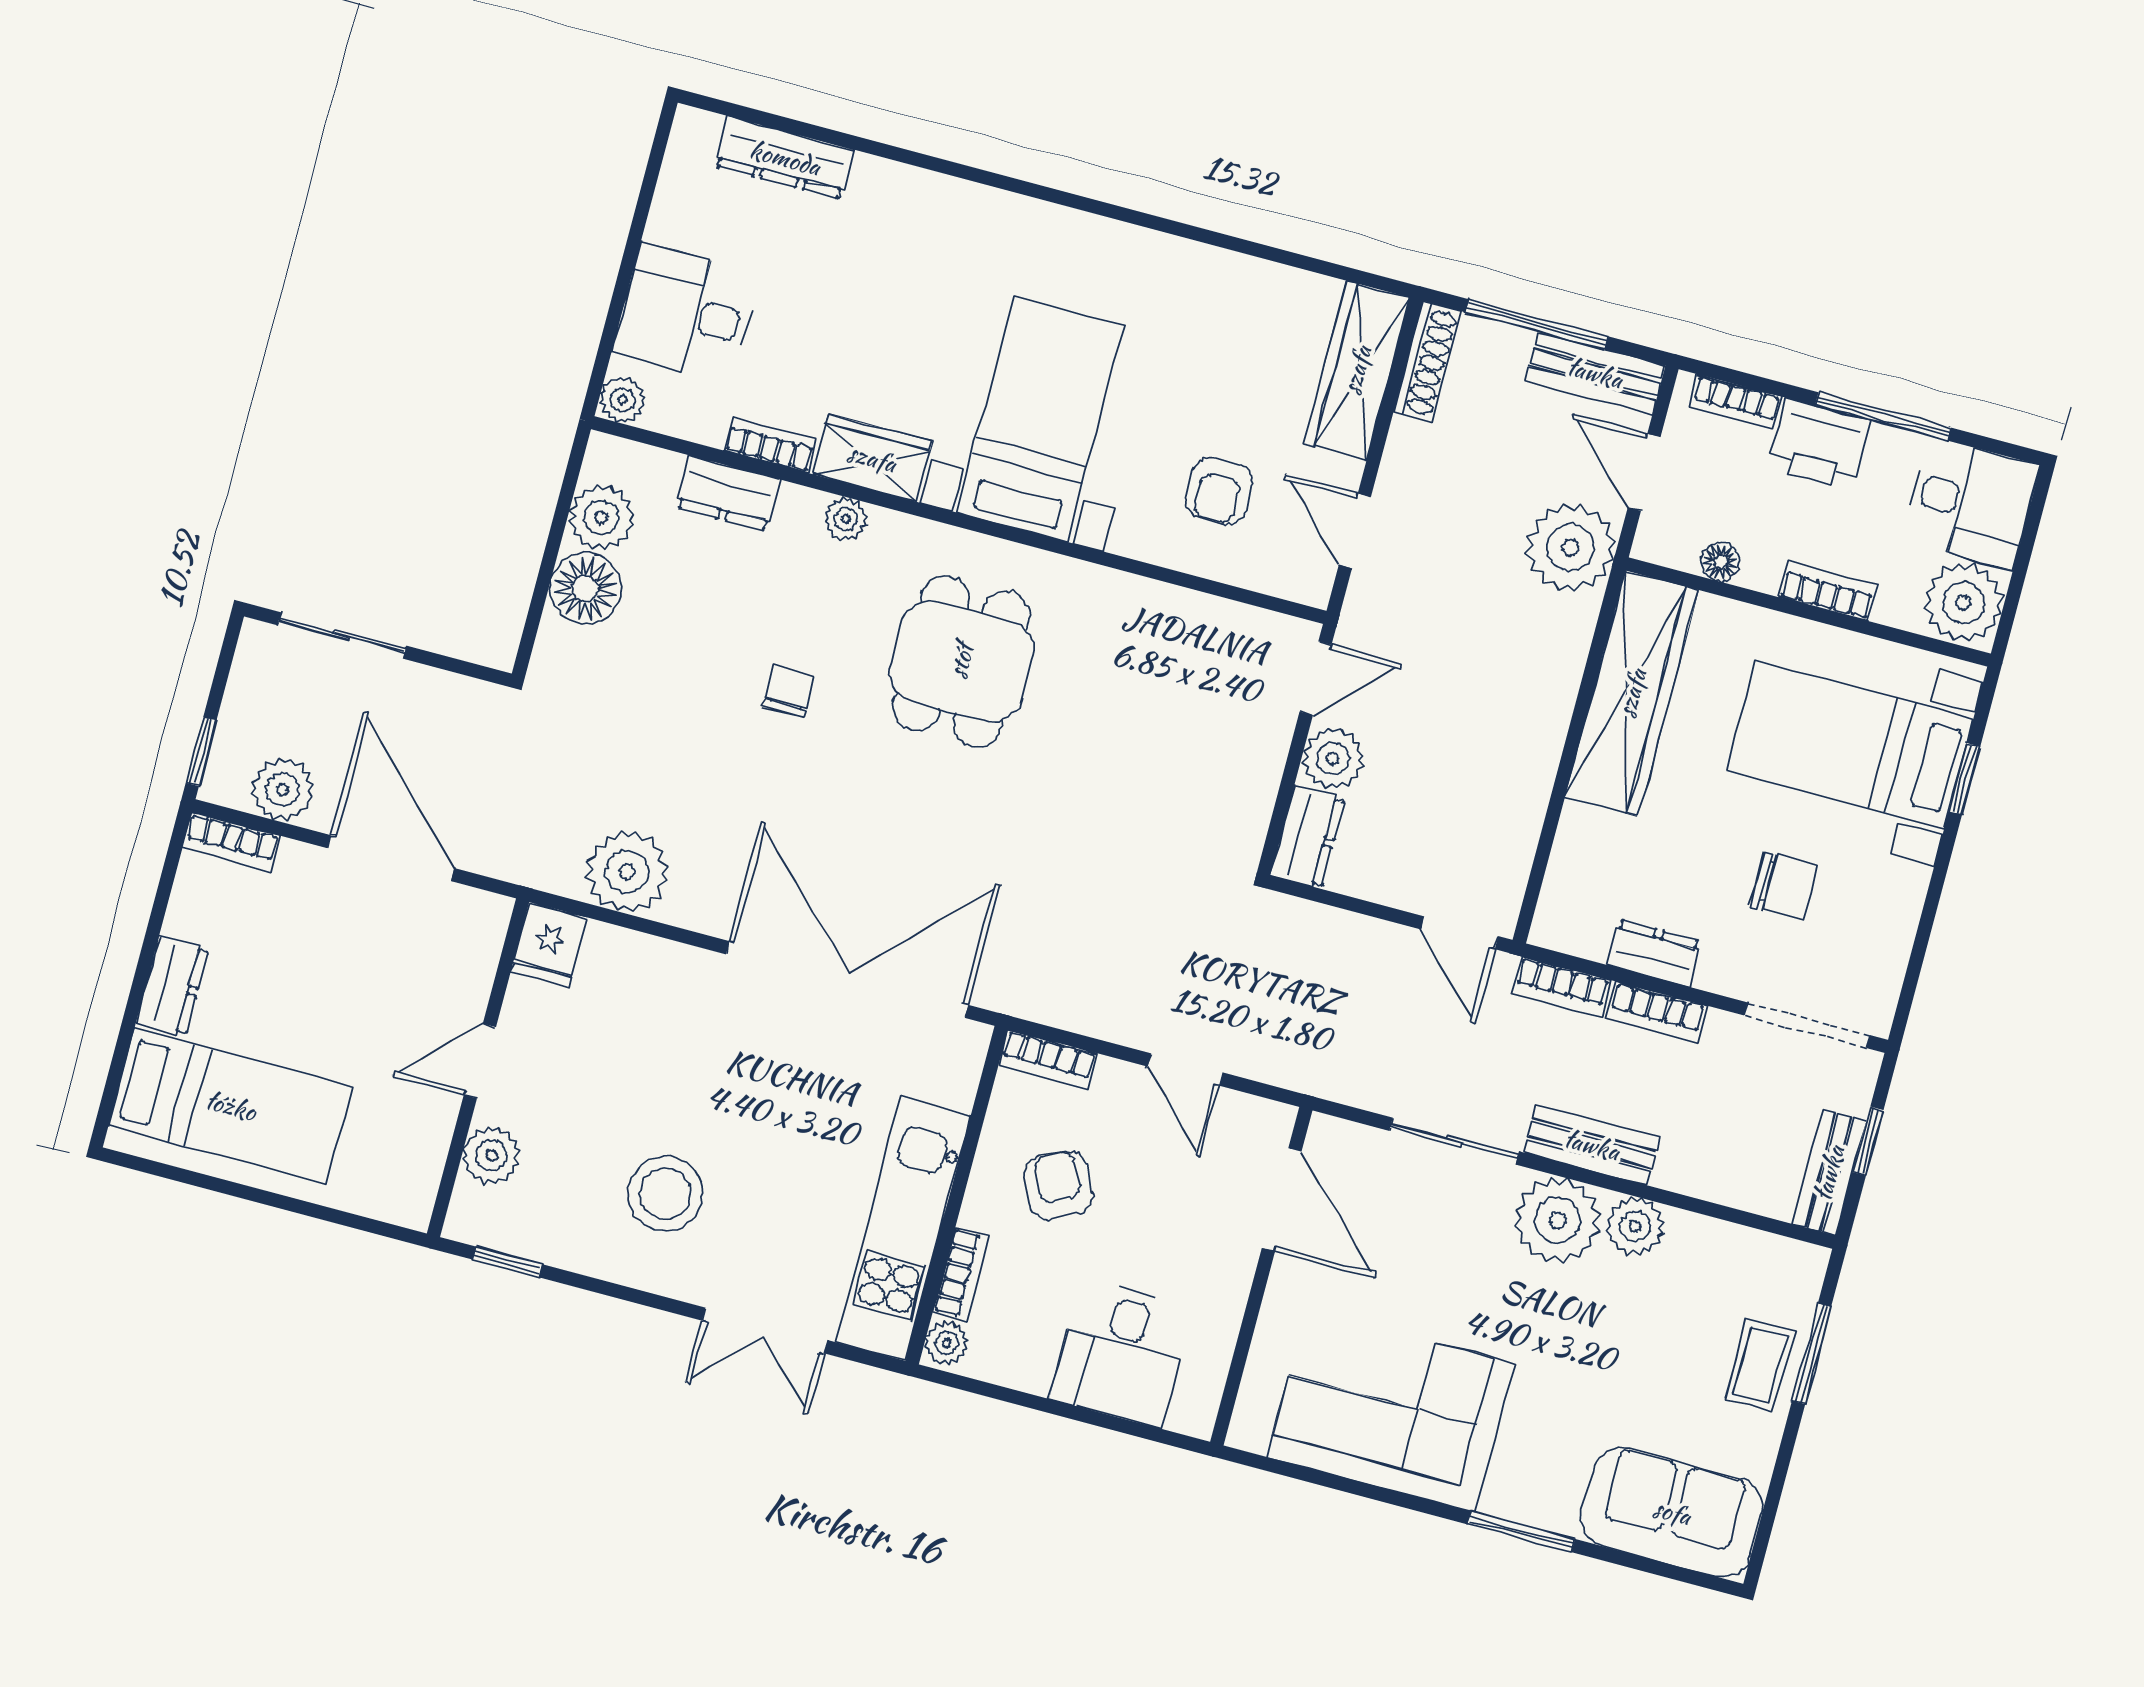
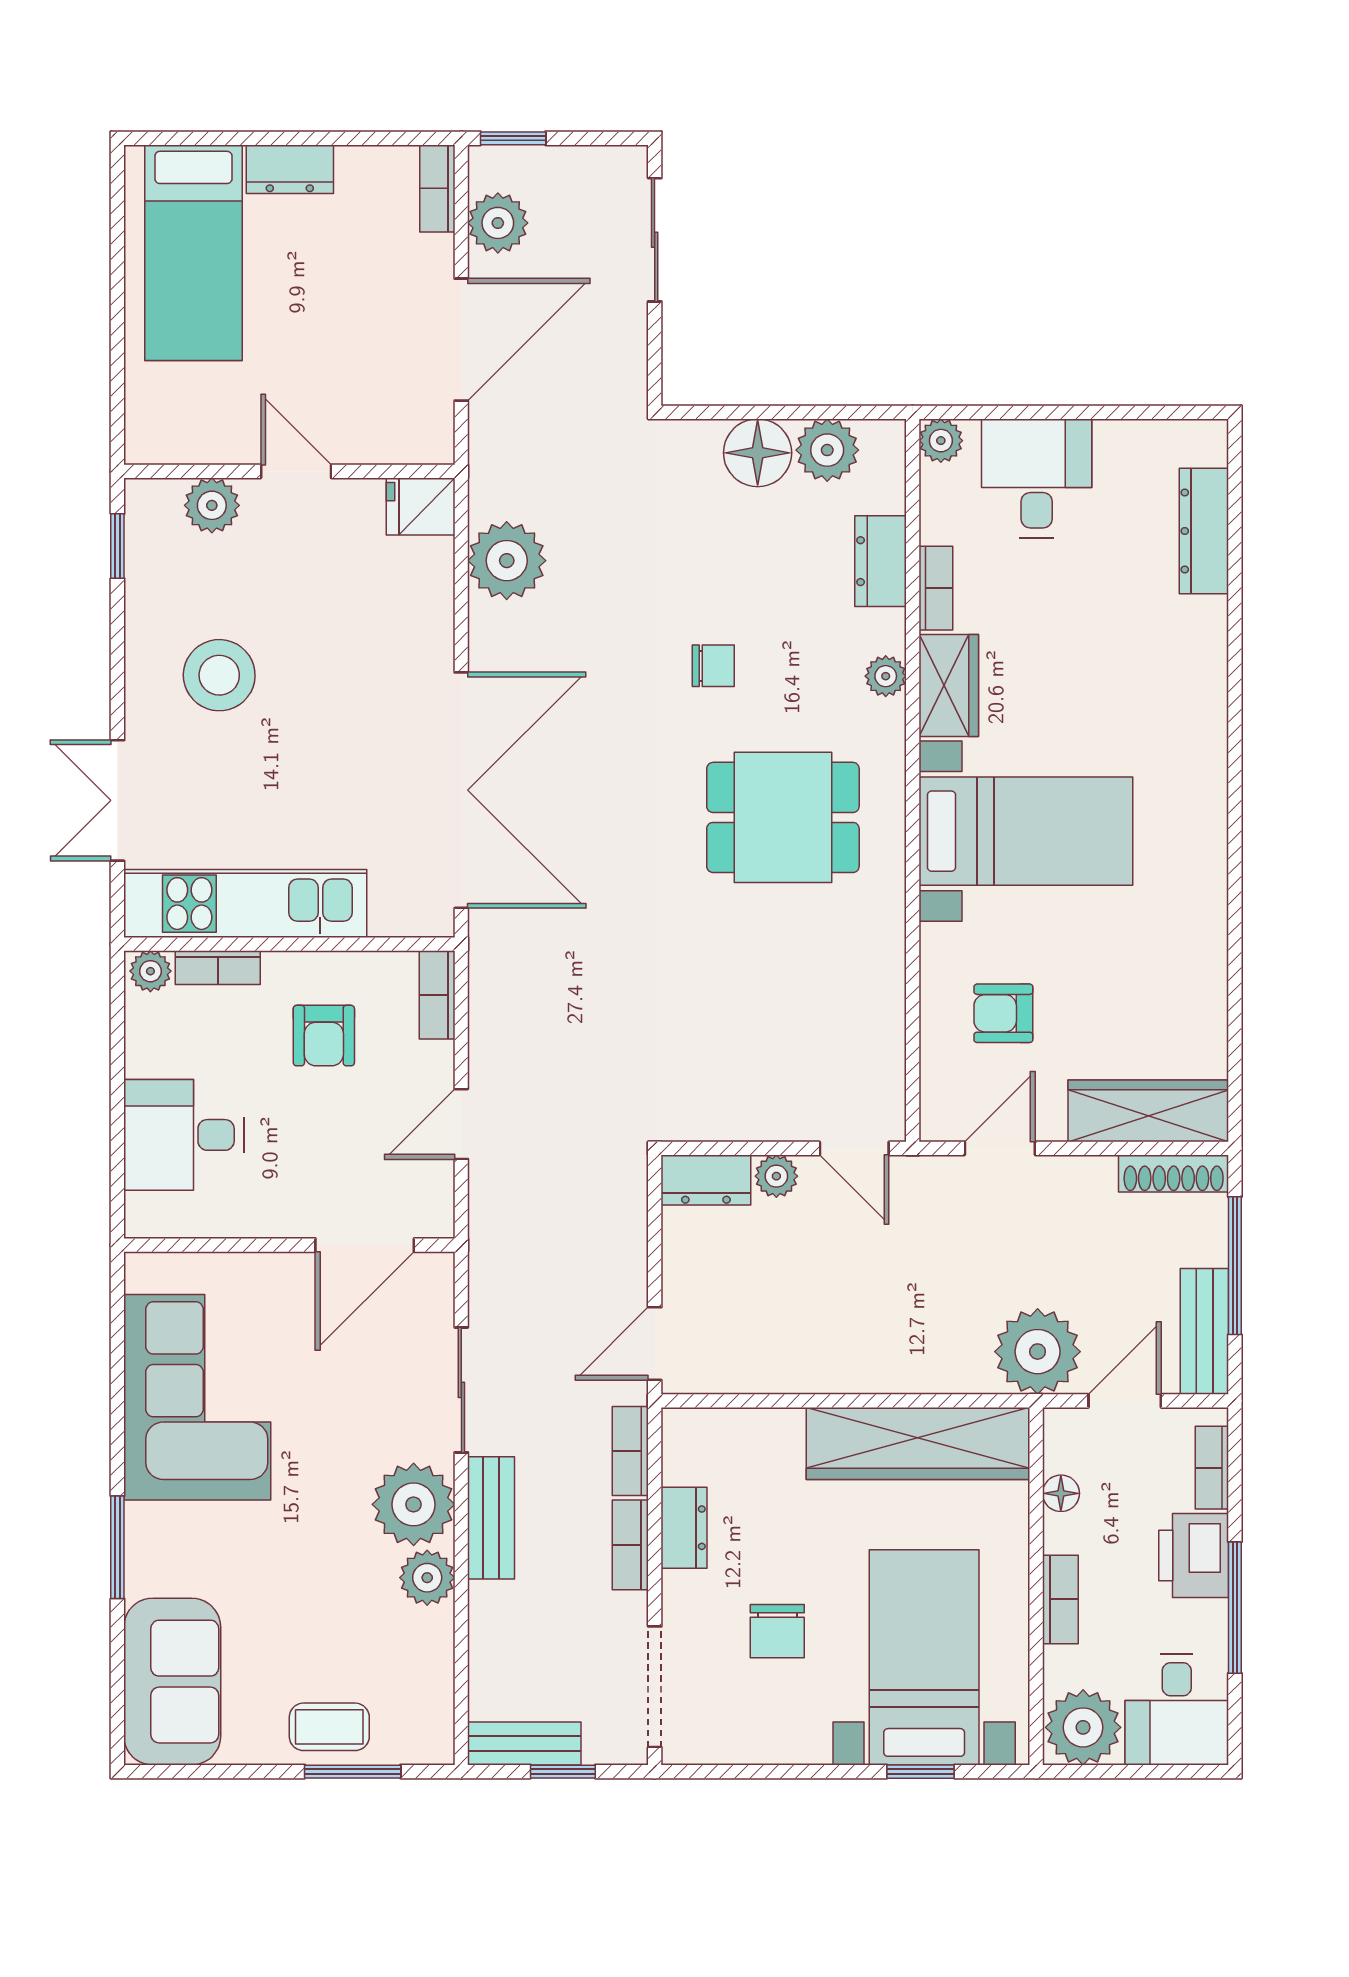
plant: (1333, 759) -> (776, 1176), width x0.73, depth x0.73
armchair: (1059, 1185) -> (324, 1036), turned 117

